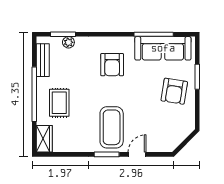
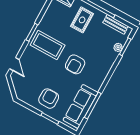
armchair: (112, 65) -> (75, 64), moved, turned -90
armchair: (174, 91) -> (49, 99), turned 81
rug: (59, 103) -> (82, 20), turned 90
door: (137, 154) -> (14, 64), moved

